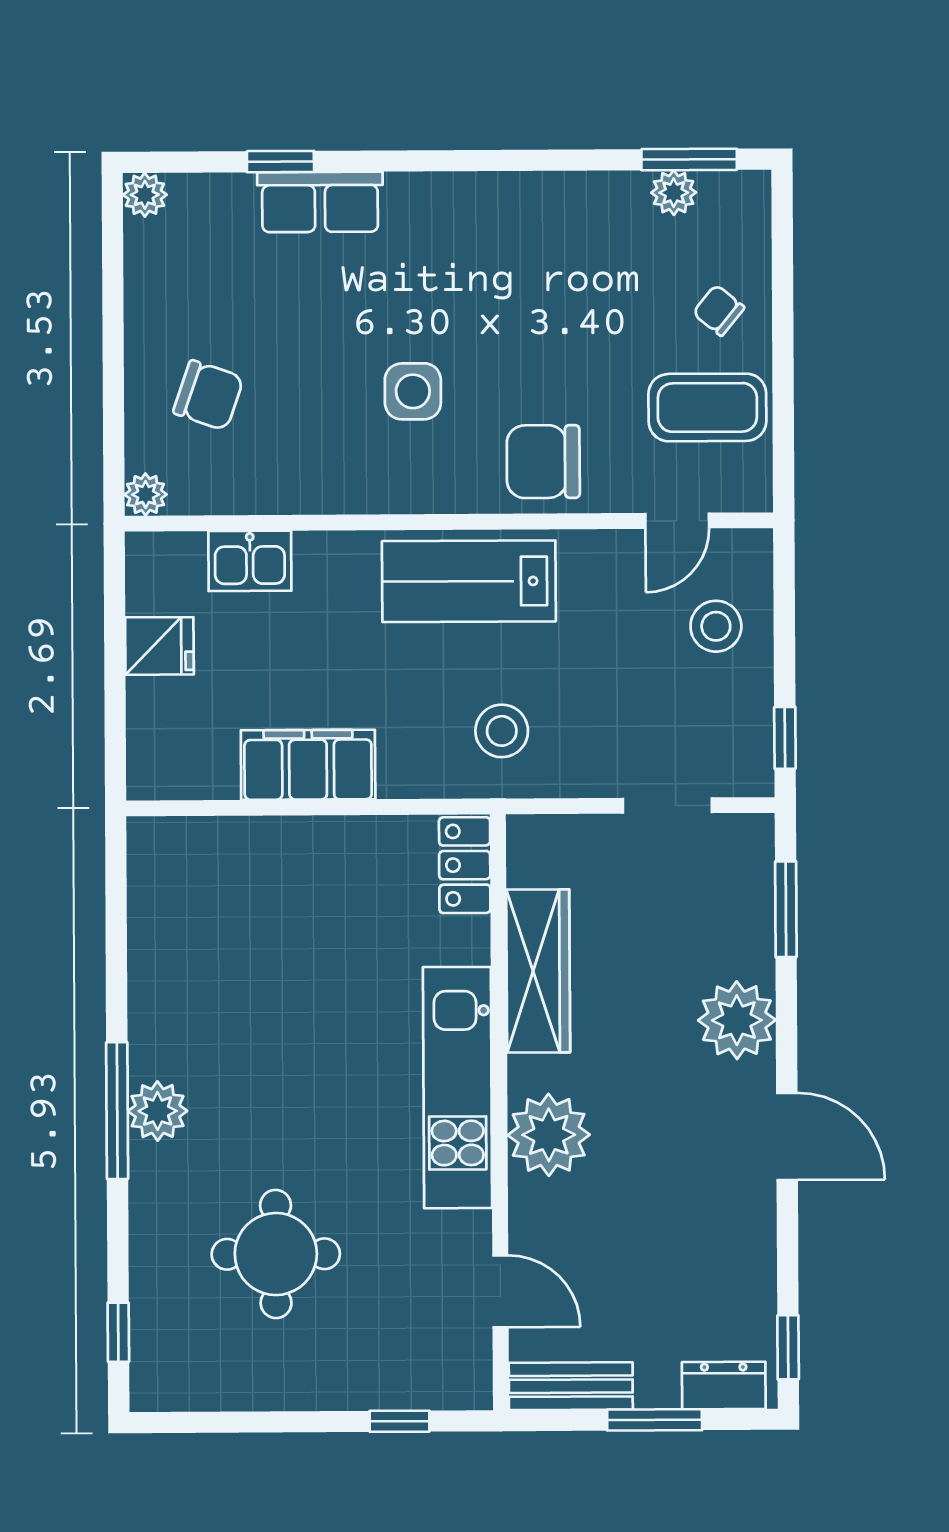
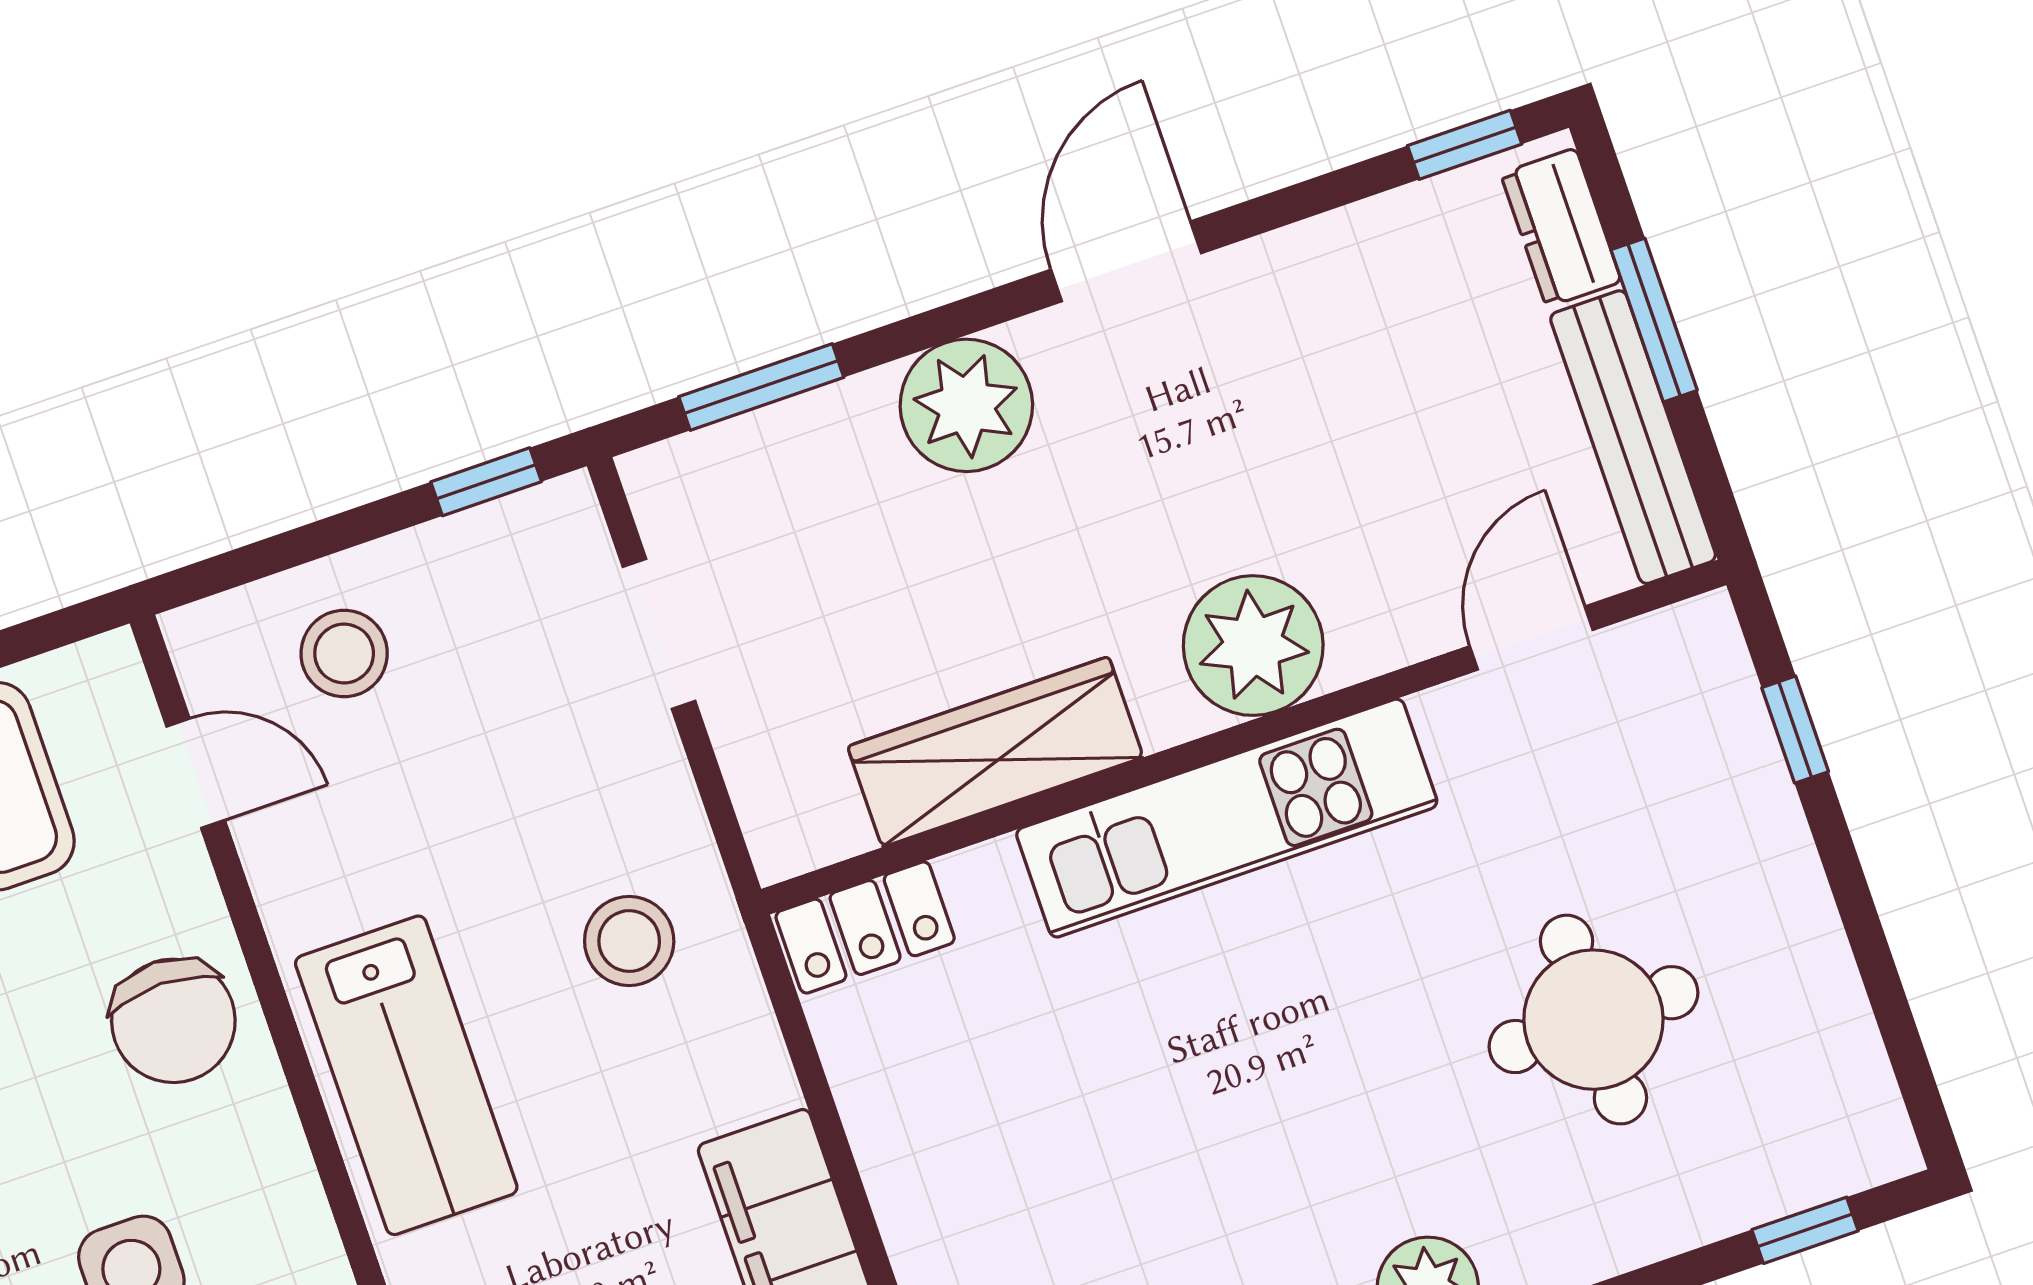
bench: (571, 1386) -> (1633, 437), width x1.36

